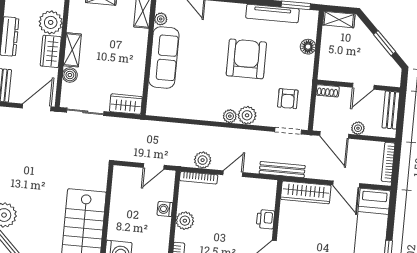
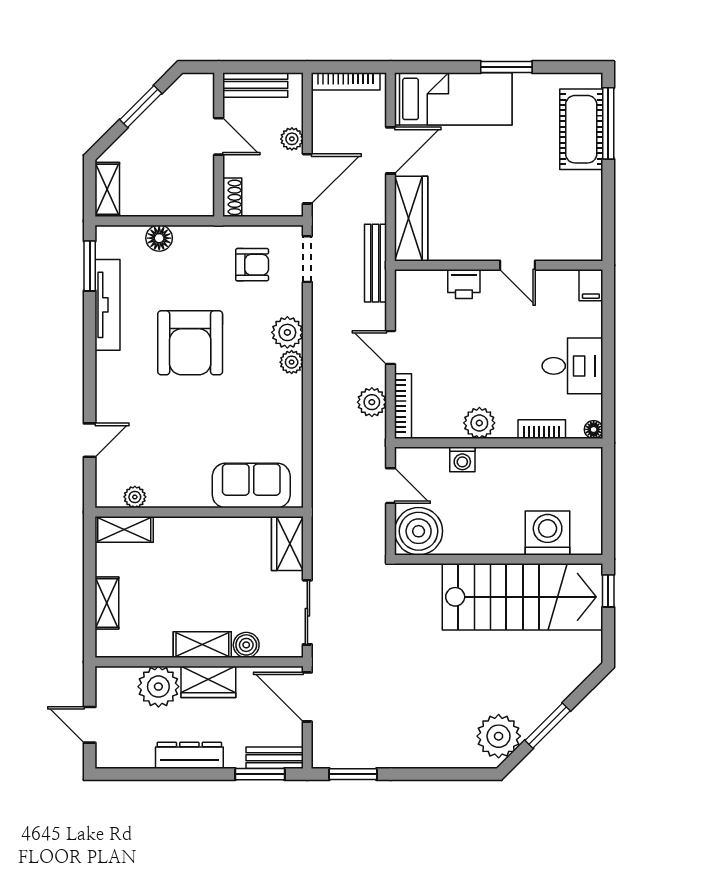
sofa: (164, 57) -> (251, 485), moved, width x0.73
armchair: (246, 59) -> (190, 343), turned -90
boiler: (126, 180) -> (419, 531), added

